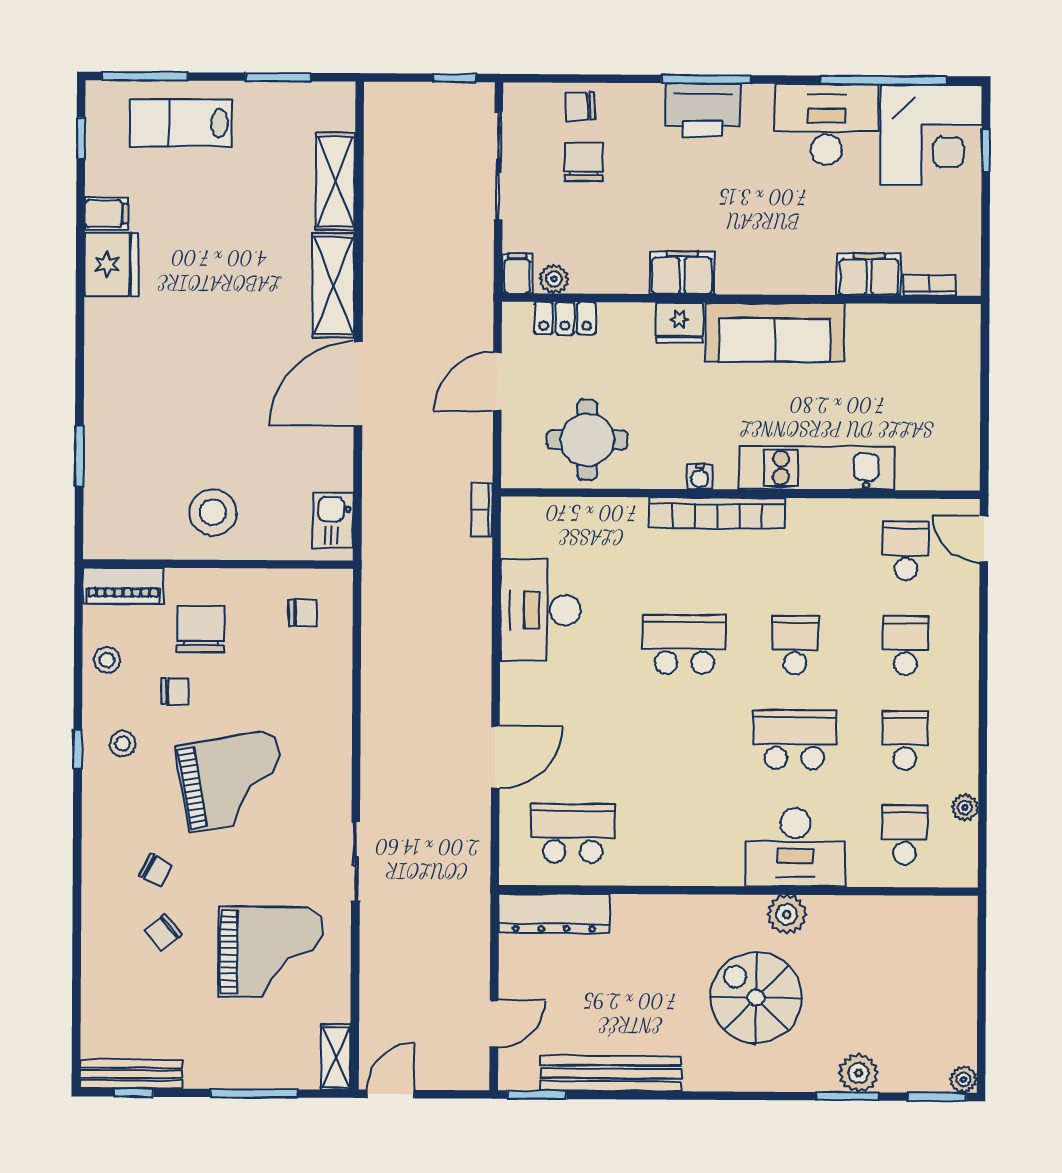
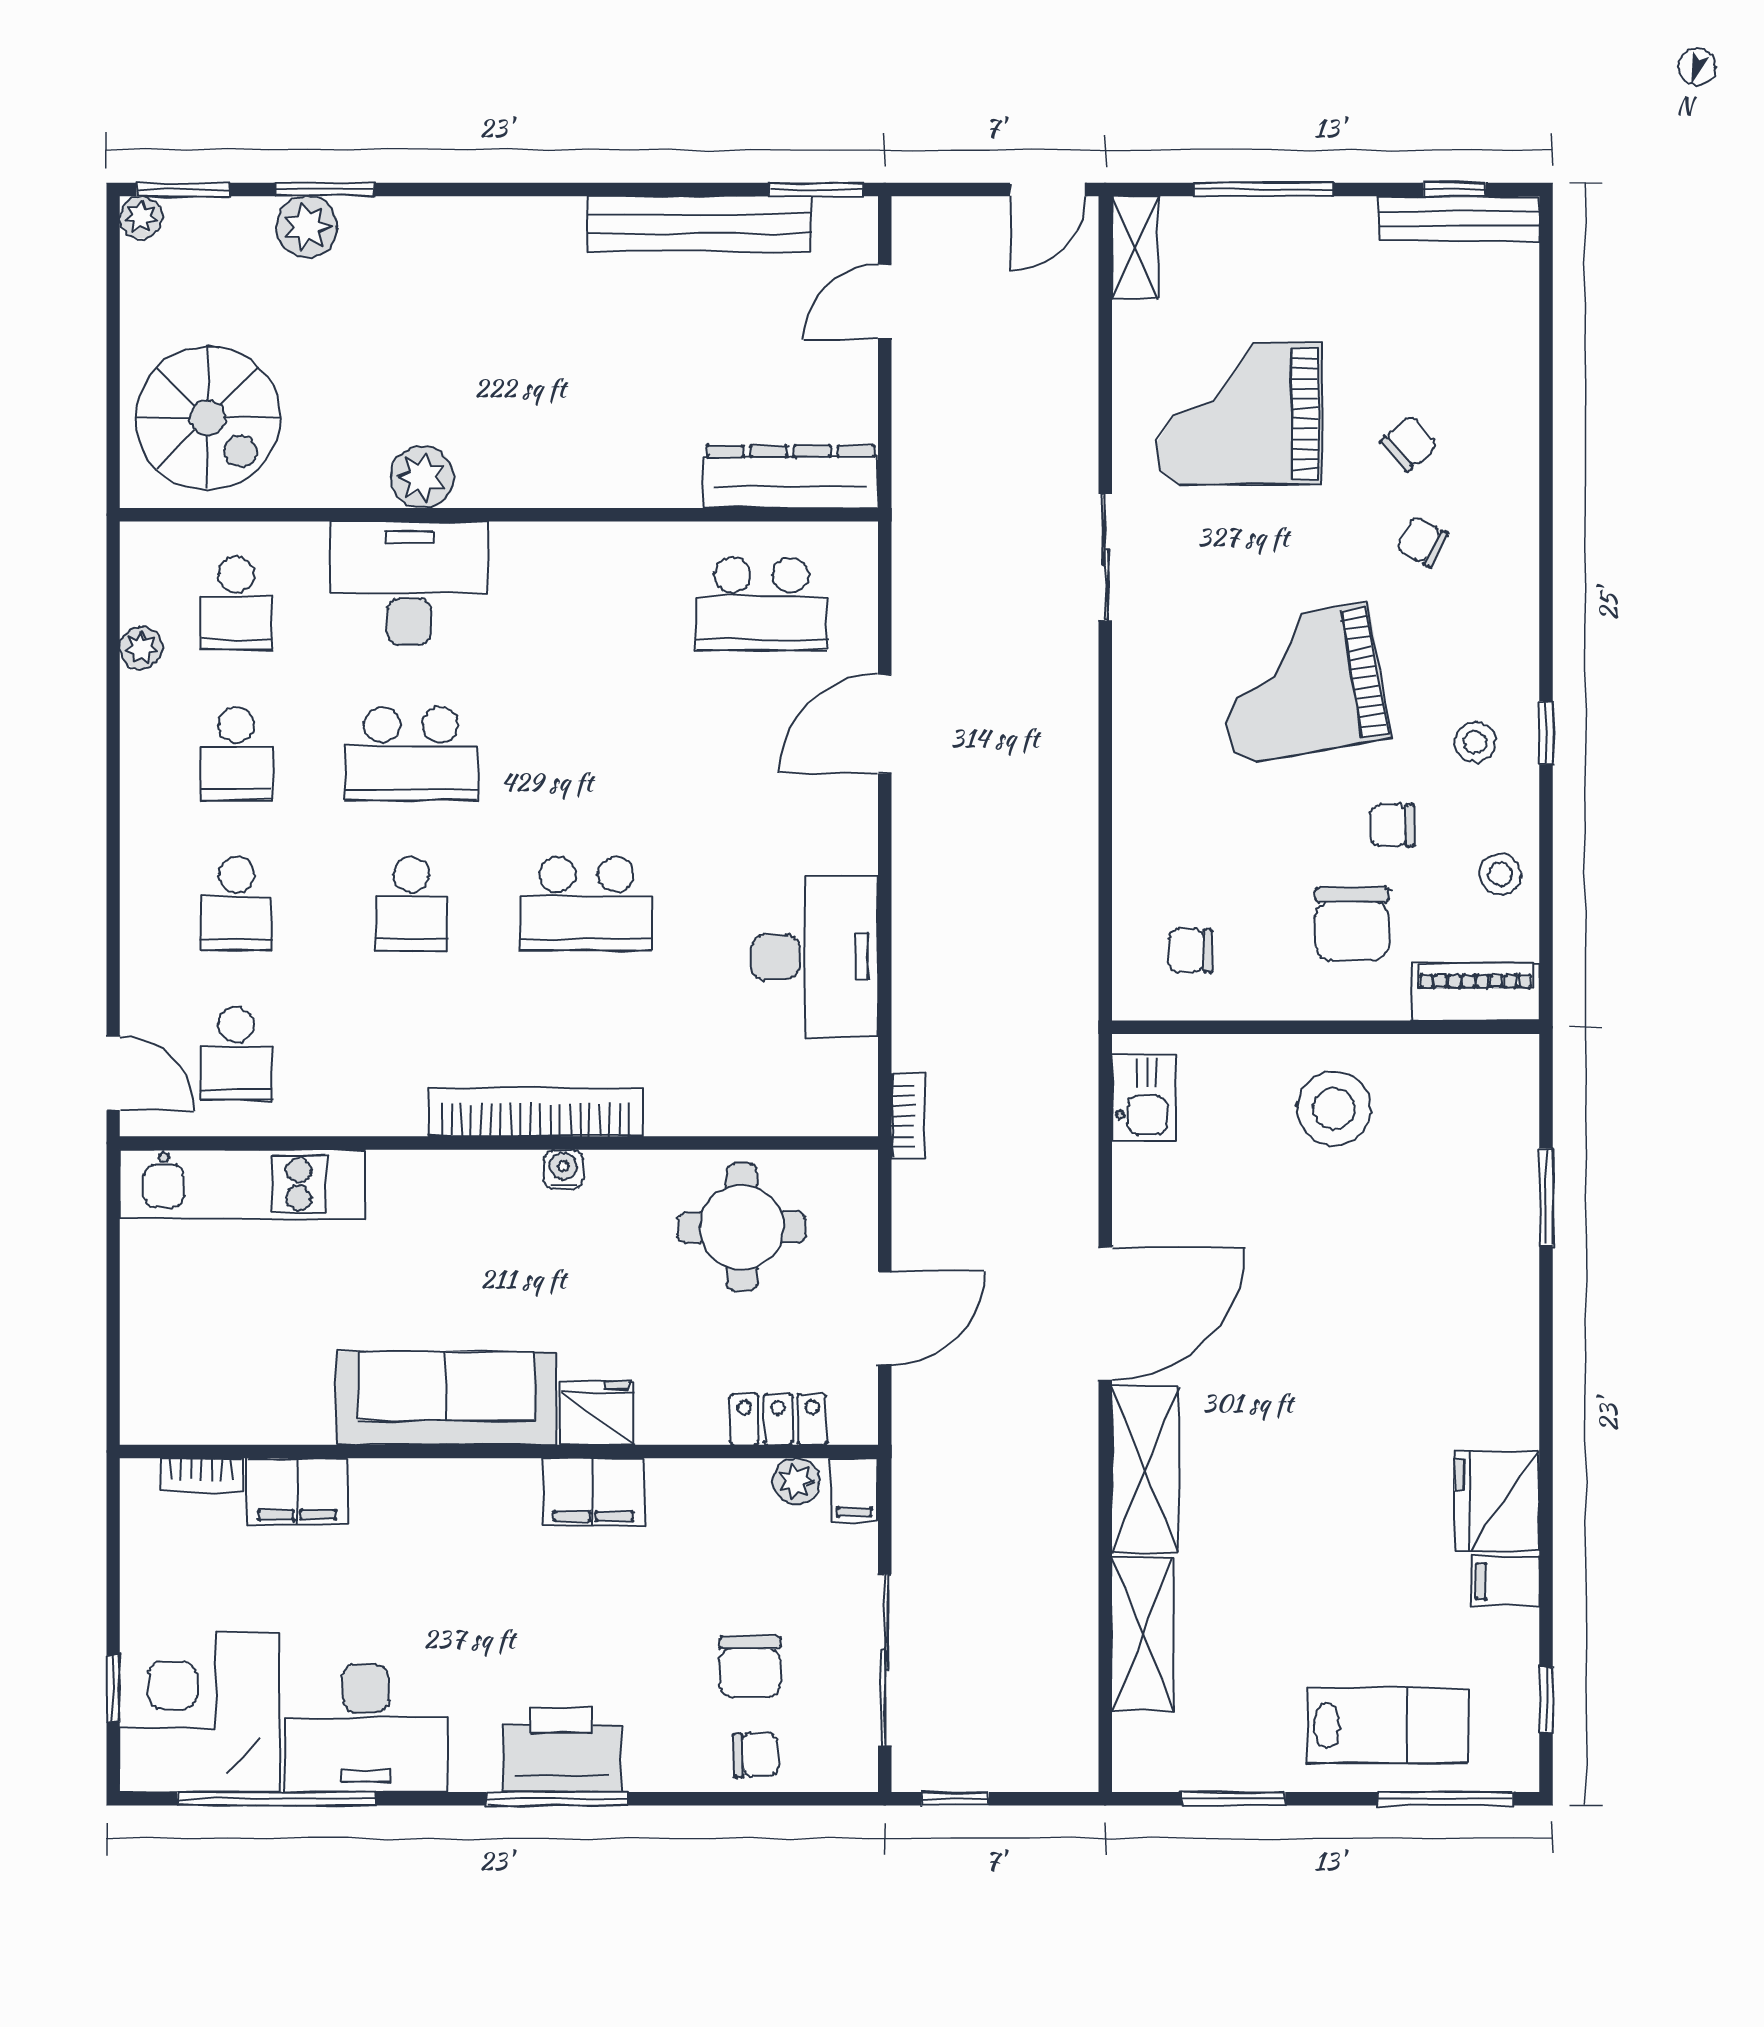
kitchen unit: (817, 468) -> (242, 1184), moved
spiral stairs: (756, 998) -> (207, 418), moved

